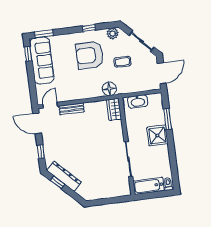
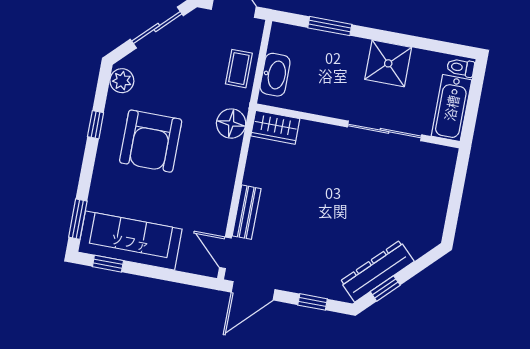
coffee table: (122, 62) -> (239, 69), moved
shower: (157, 135) -> (388, 63), moved

